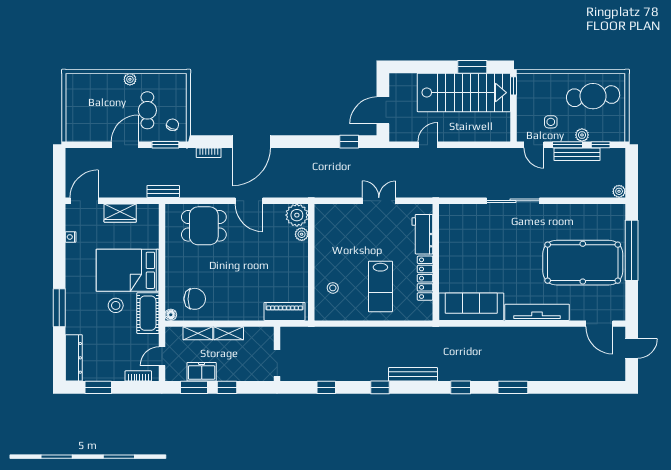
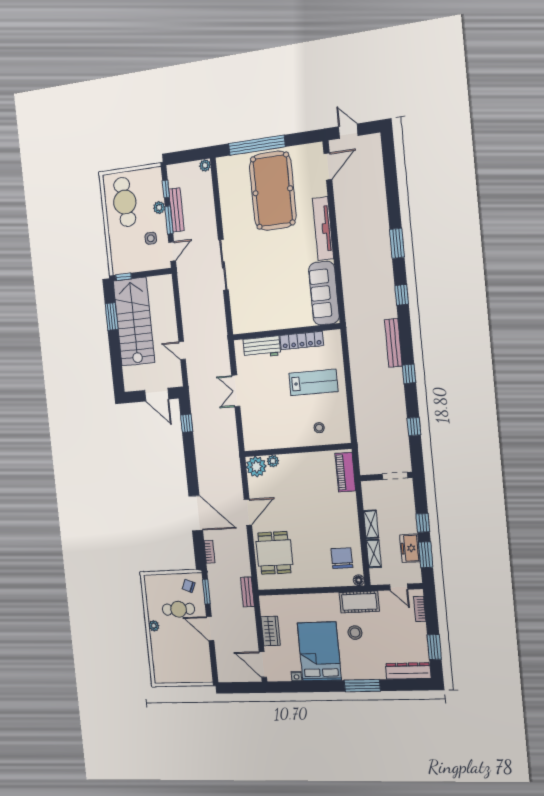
bed: (128, 270) -> (319, 651), moved, turned 180

